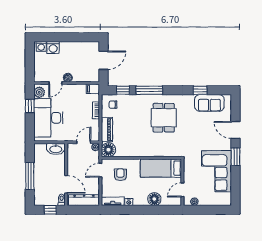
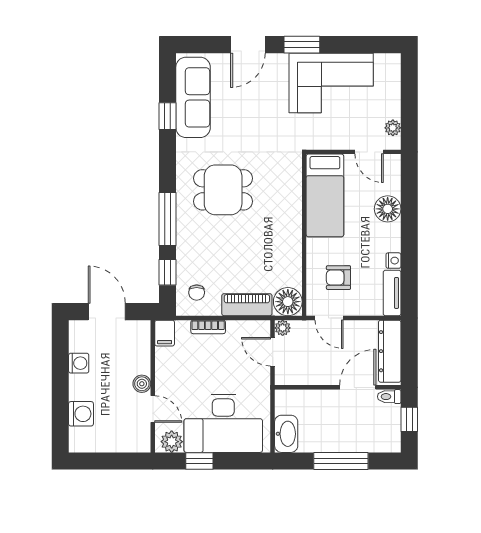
washing machine: (41, 46) -> (79, 363), moved
sofa: (209, 103) -> (193, 97), width x1.36
washbasin: (56, 149) -> (286, 434), moved

